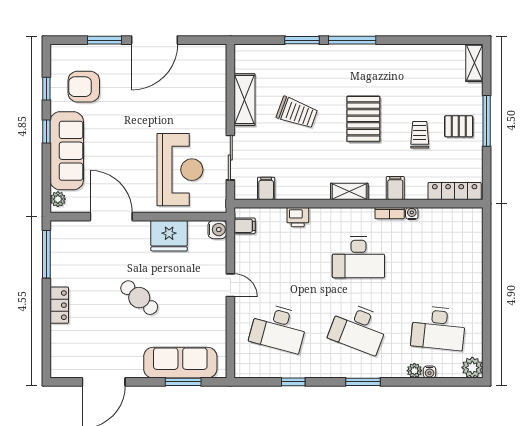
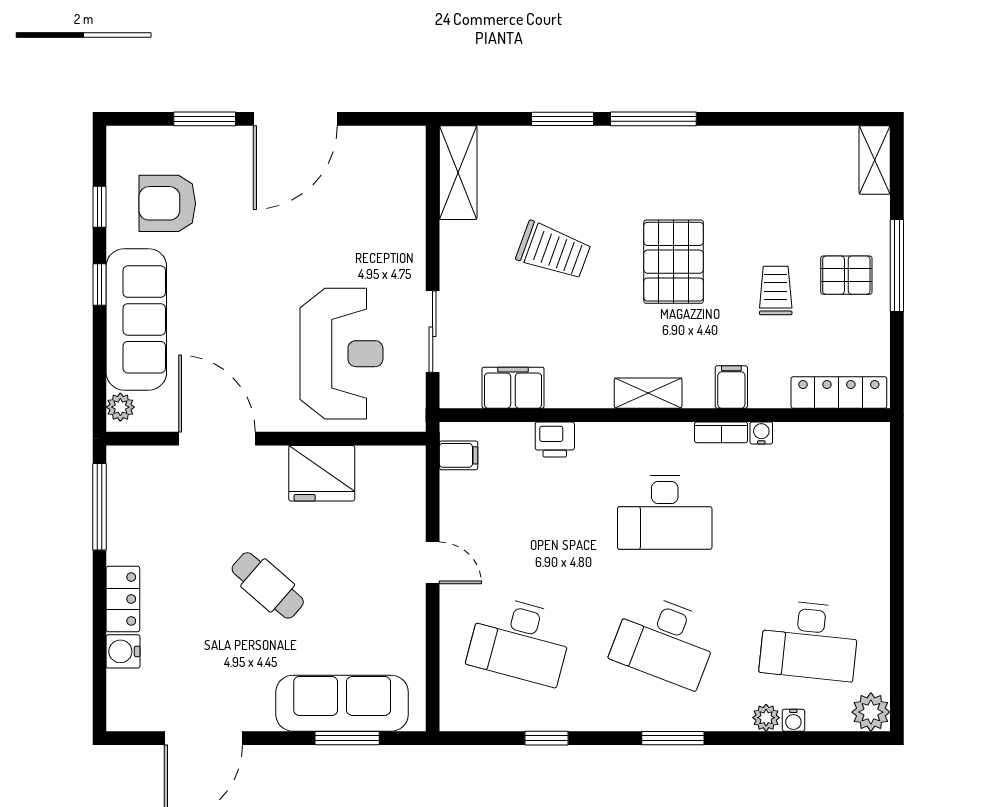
shelving: (244, 100) -> (458, 173), moved
filing cabinet: (266, 188) -> (513, 388), width x2.00
water cooler: (217, 230) -> (123, 651), moved, turned 180

